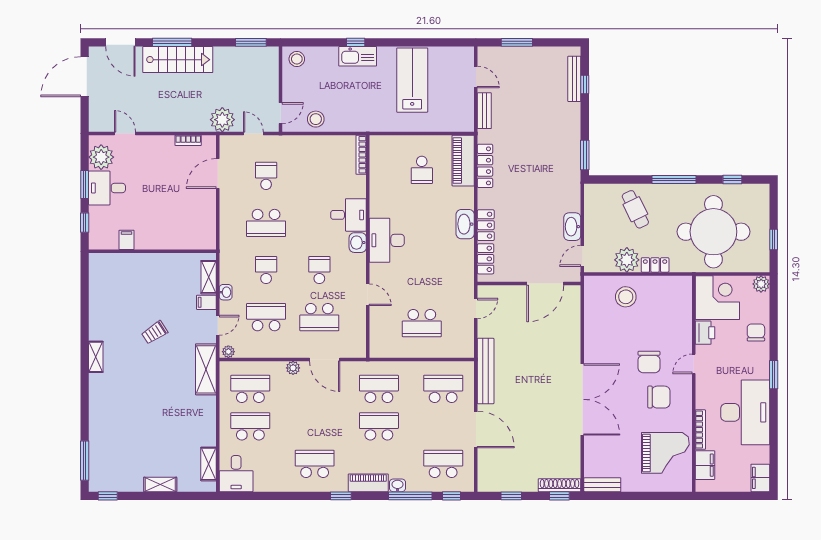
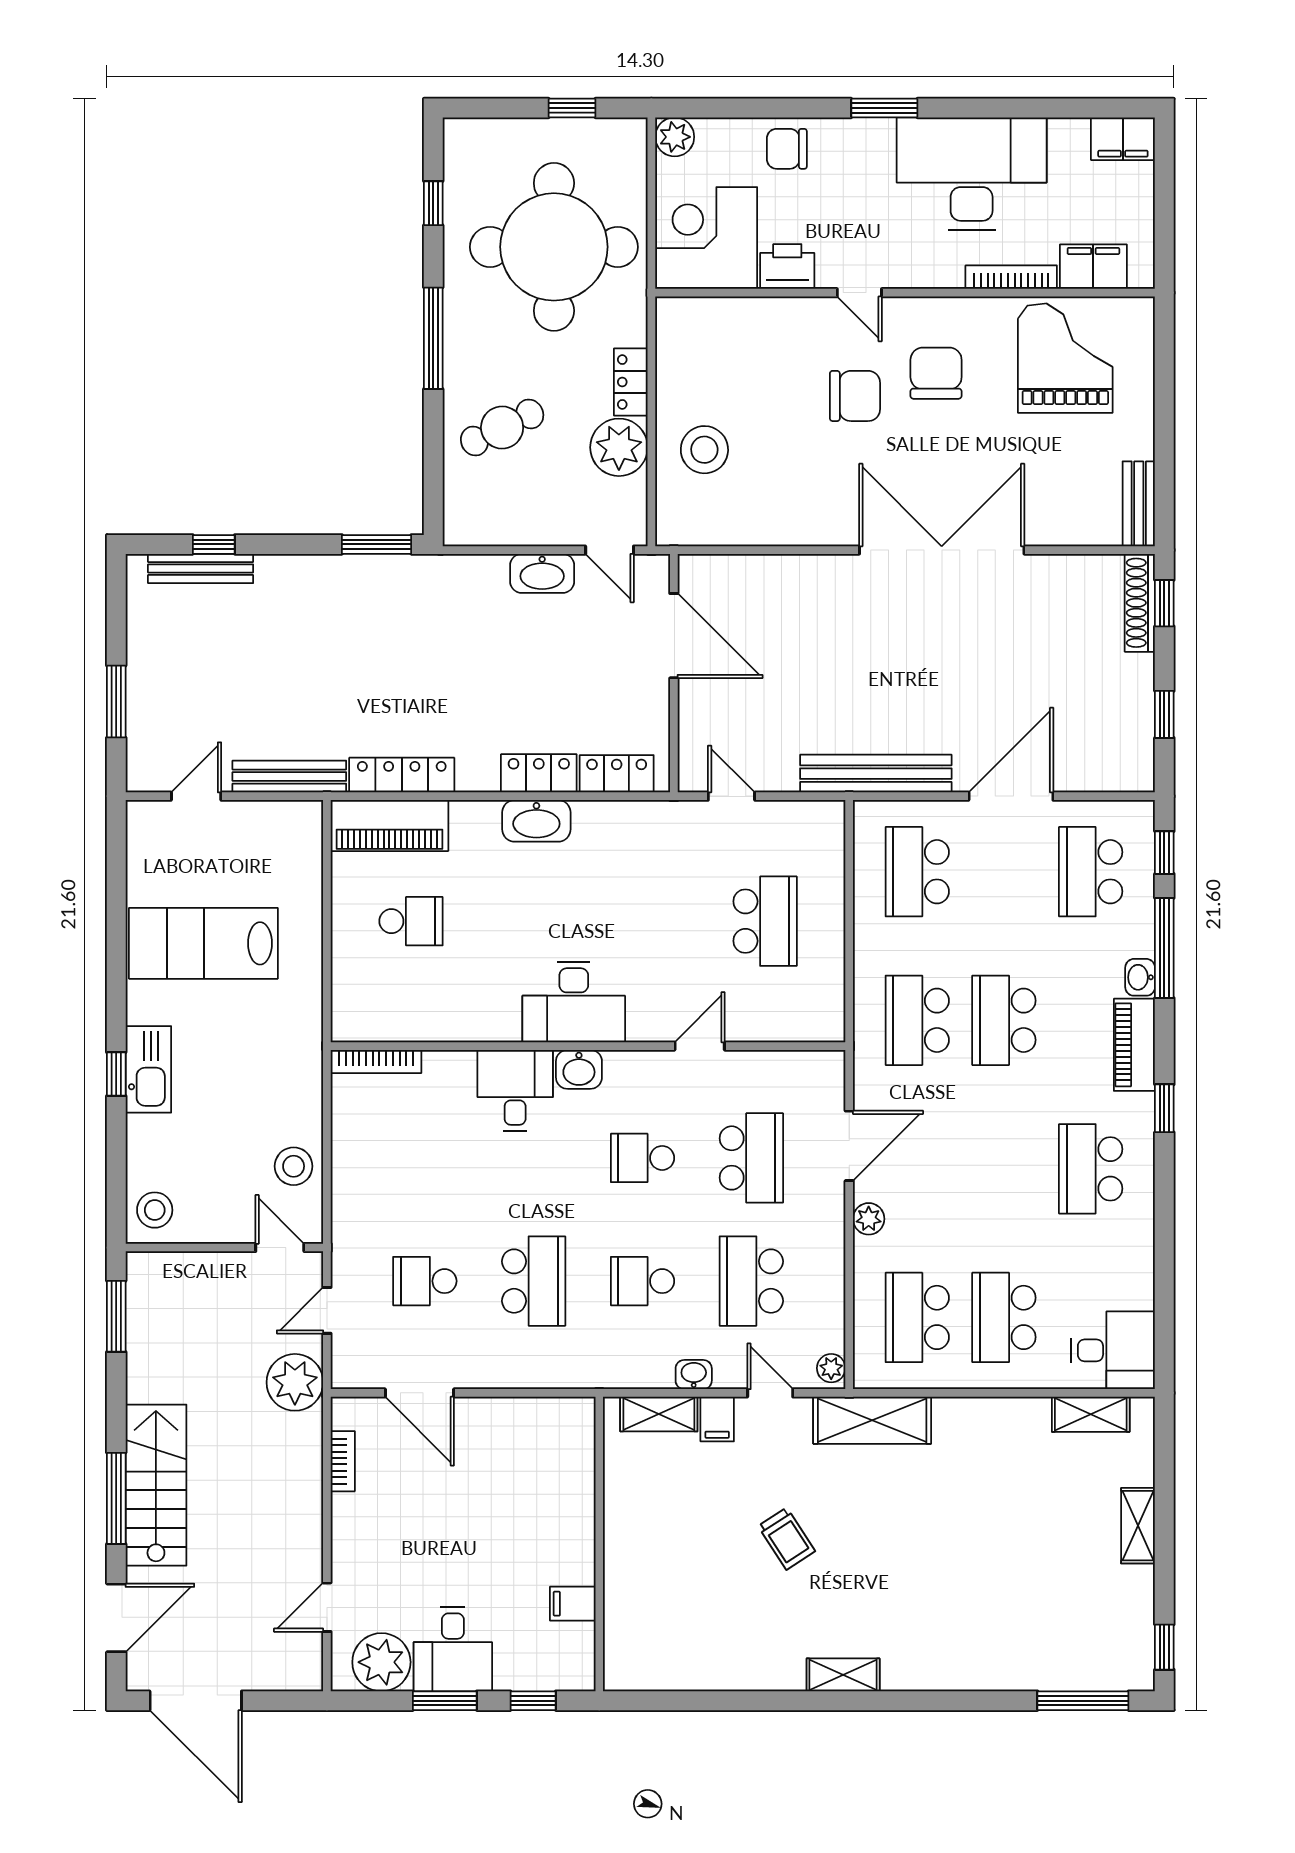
bench: (484, 111) -> (289, 777), width x1.36

